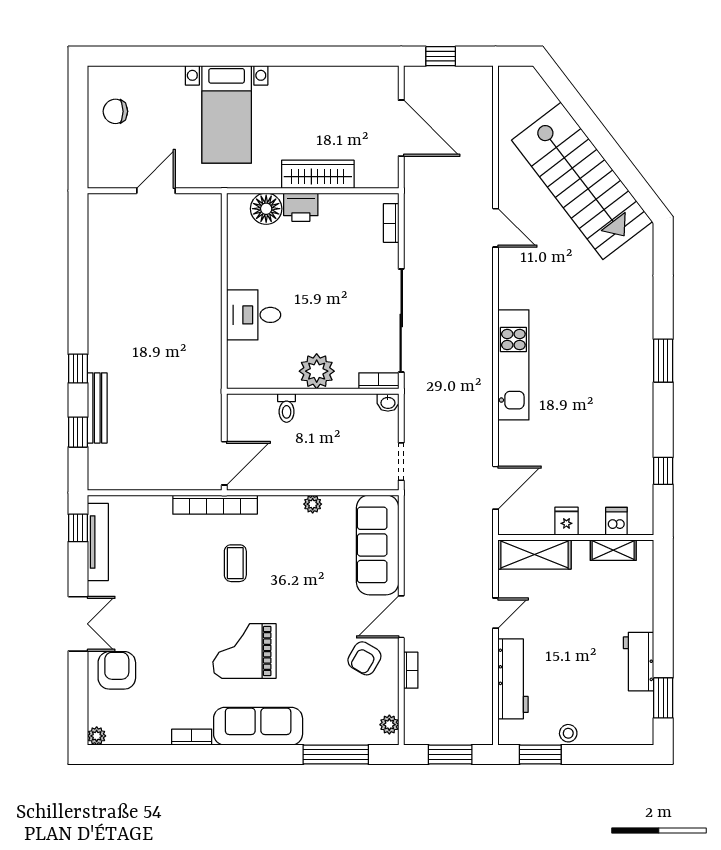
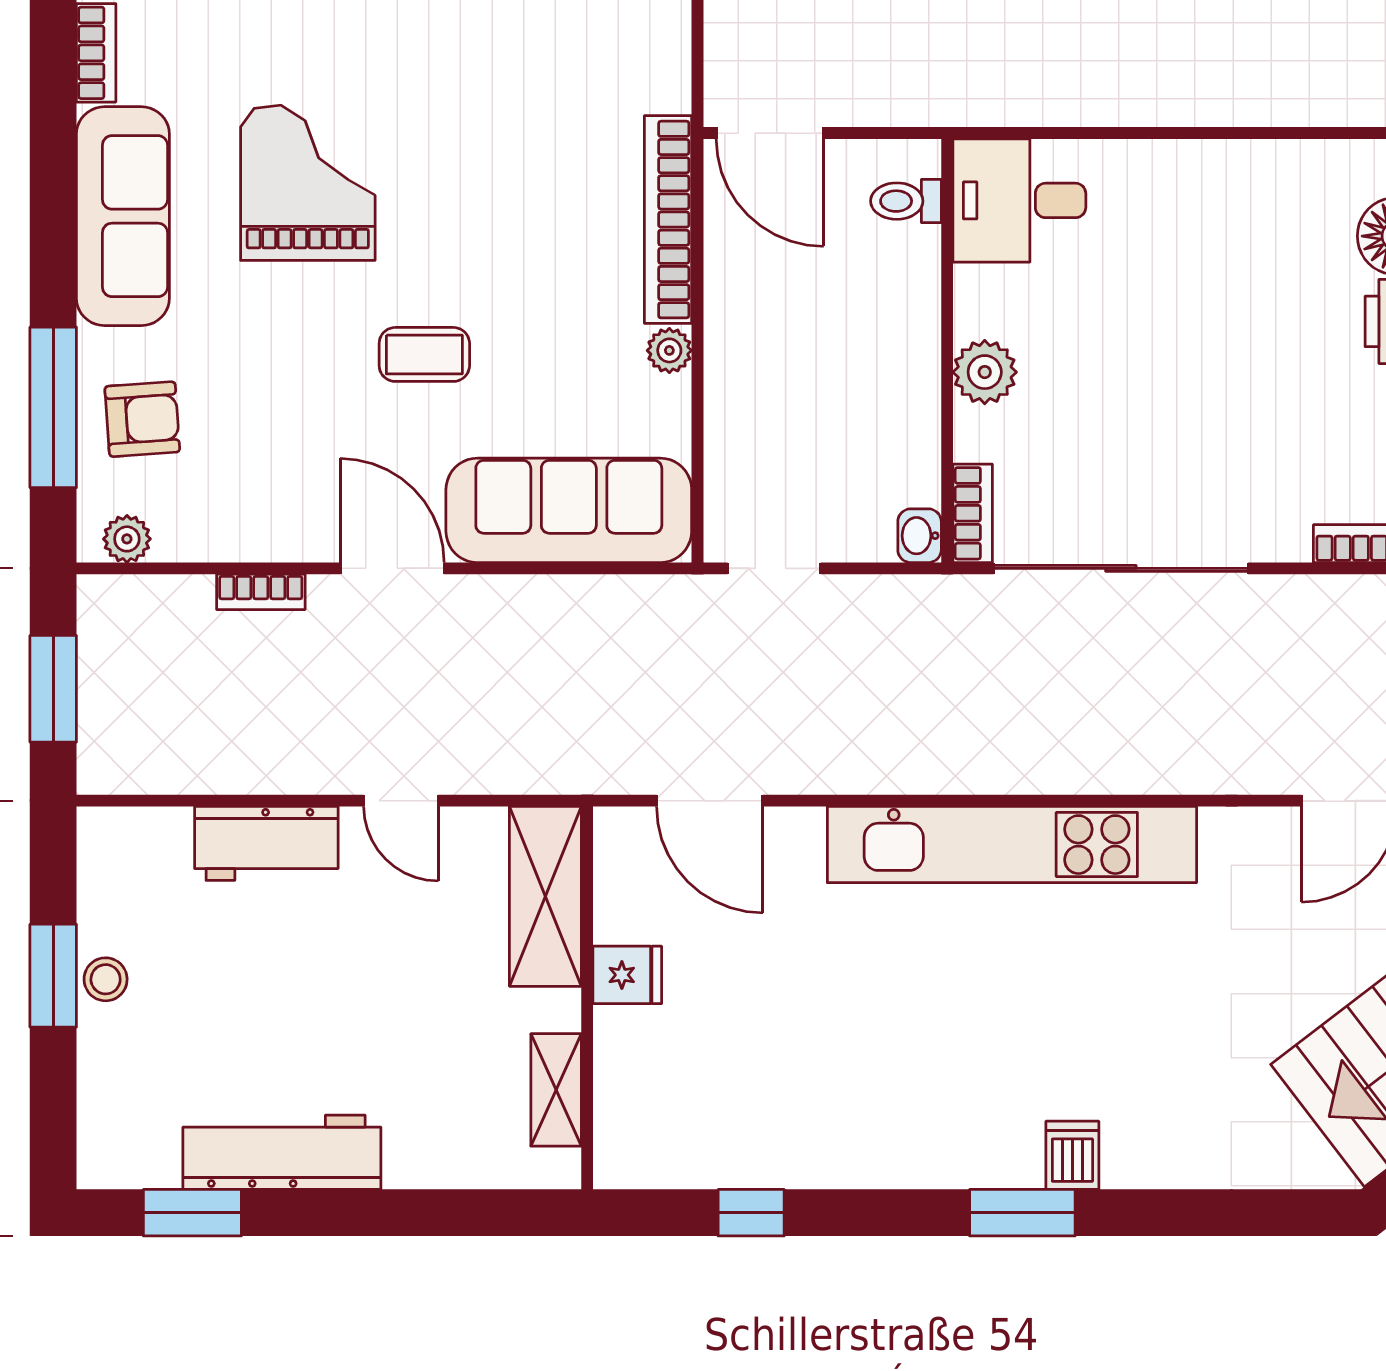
desk: (254, 315) -> (1019, 200), moved, turned -90
kitchen unit: (513, 365) -> (1012, 845), width x1.36
plant: (317, 371) -> (985, 372), width x0.73, depth x0.73
toilet: (287, 408) -> (906, 201), moved
bookcase: (215, 505) -> (668, 220), moved
dishwasher: (616, 521) -> (1072, 1155), moved, turned -90
coffee table: (235, 563) -> (424, 354), moved
armchair: (364, 658) -> (142, 419), moved, turned 146
workbench: (639, 662) -> (282, 1152), width x1.38
workbench: (513, 679) -> (266, 843), width x0.73
window: (540, 755) -> (53, 976), moved

